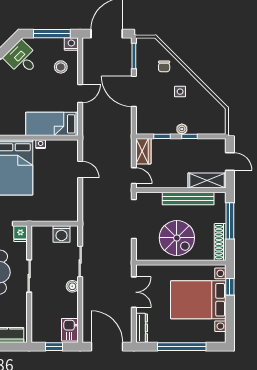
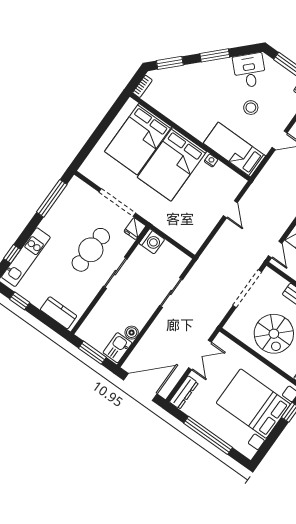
stool: (61, 67) -> (251, 108), moved
washing machine: (61, 234) -> (152, 241), moved, turned -90
boiler: (72, 286) -> (132, 333), moved
window: (54, 347) -> (92, 353), width x1.50
door: (107, 347) -> (140, 387), hinge flipped

